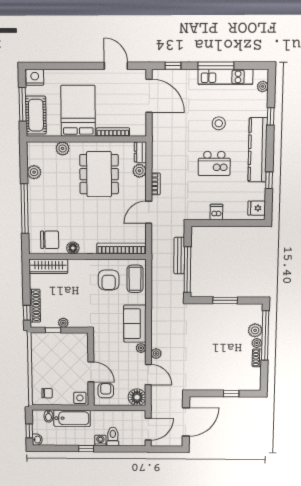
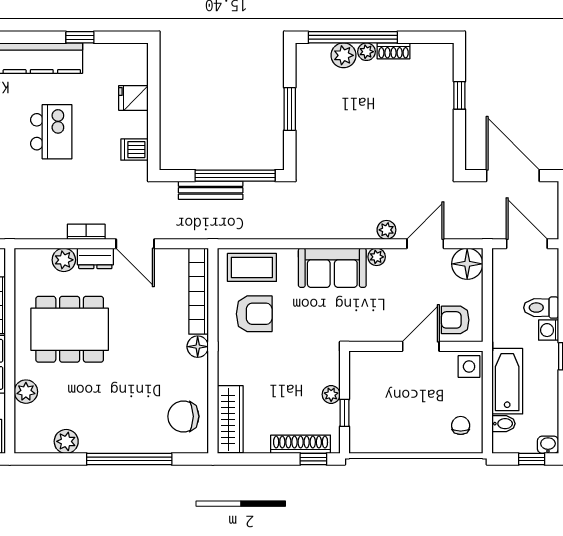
dresser: (140, 152) -> (95, 258), moved
fridge: (257, 208) -> (133, 98), moved, turned 90
dishwasher: (216, 212) -> (134, 150), moved
chair: (50, 240) -> (183, 416), turned -90
floor lamp: (73, 248) -> (198, 347), moved

